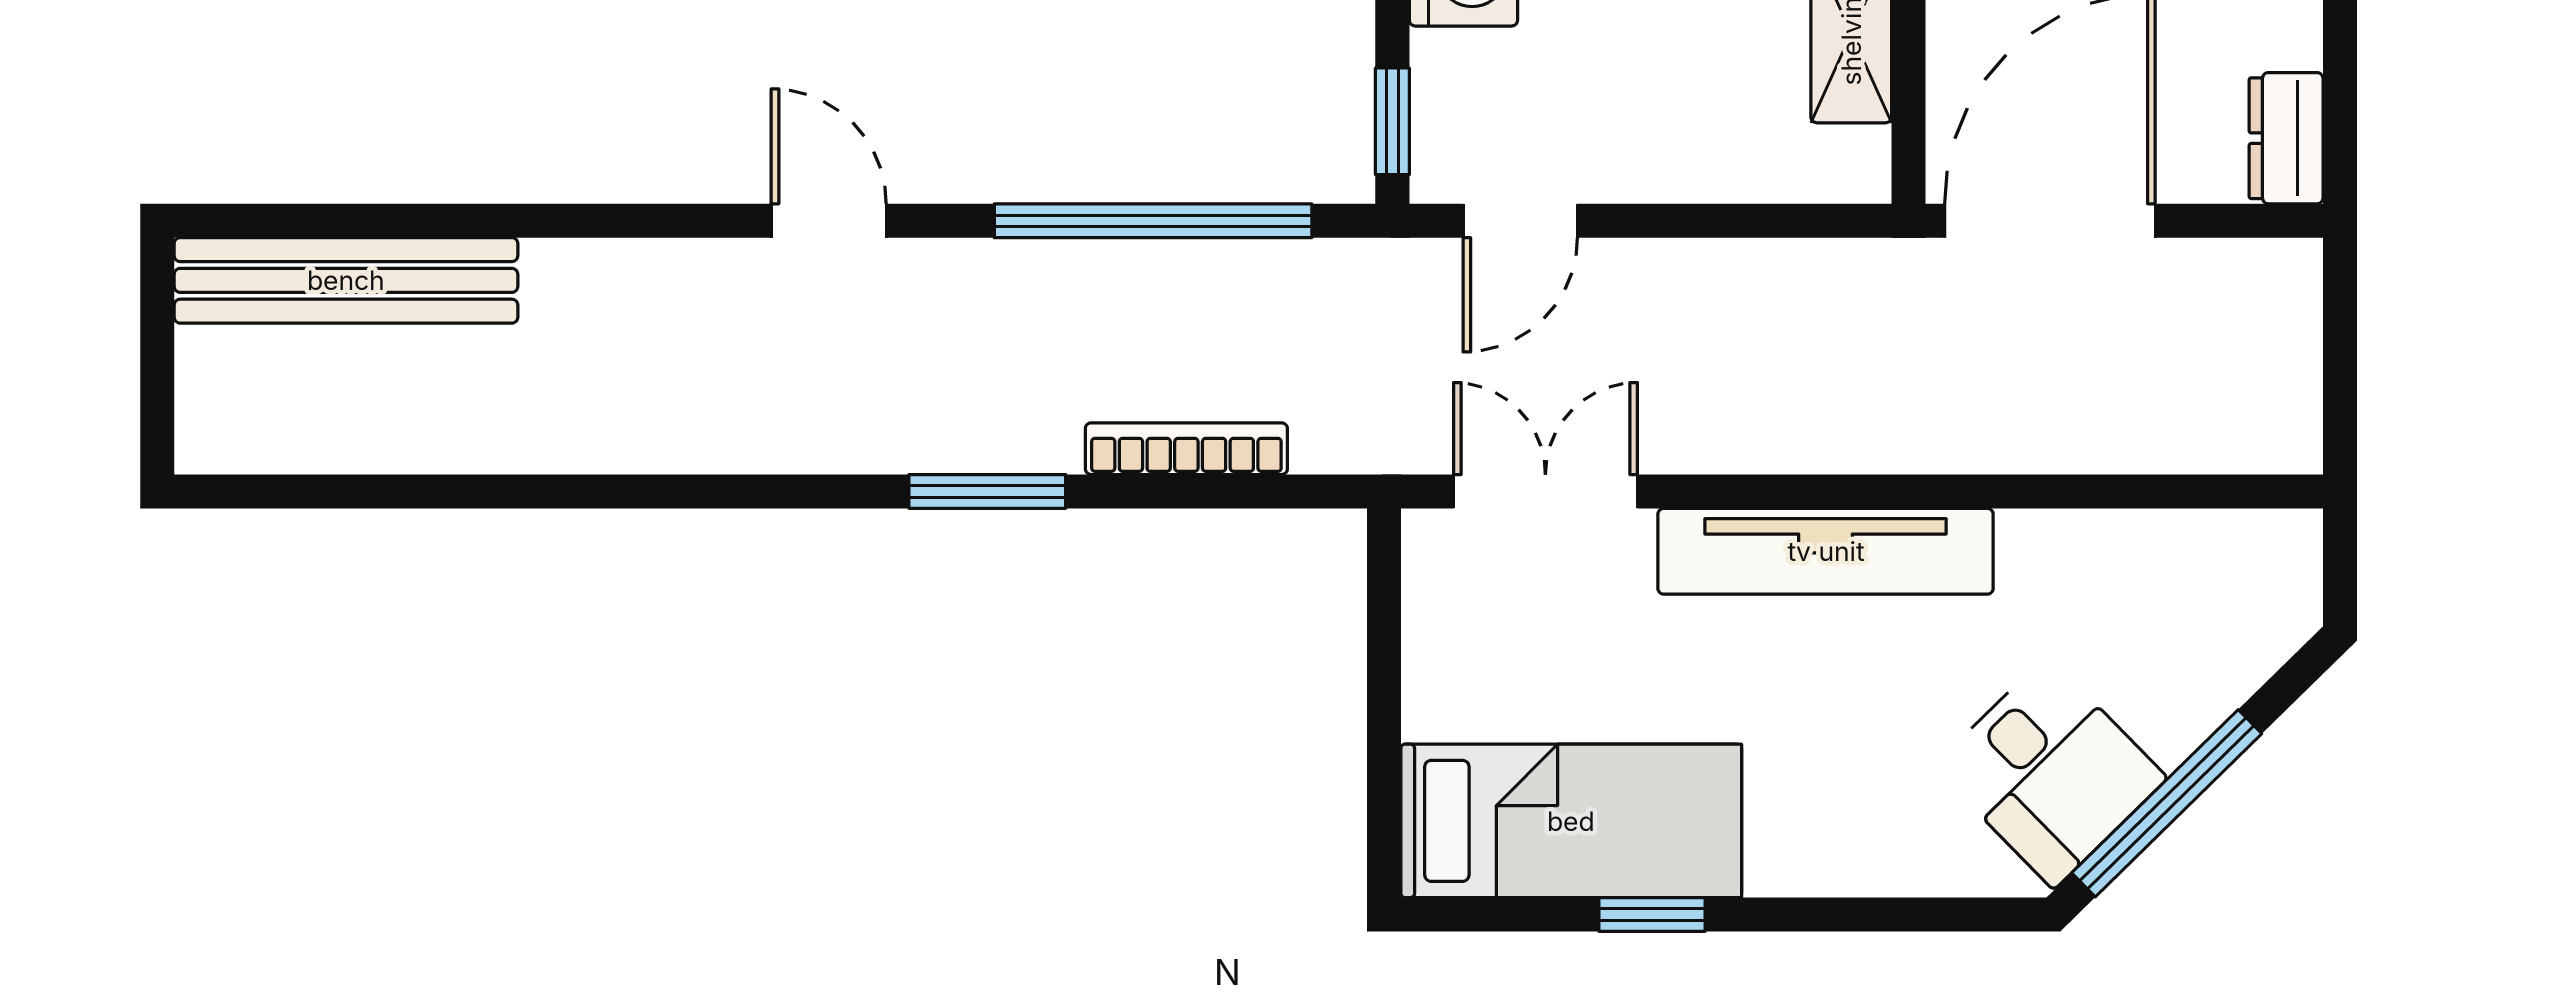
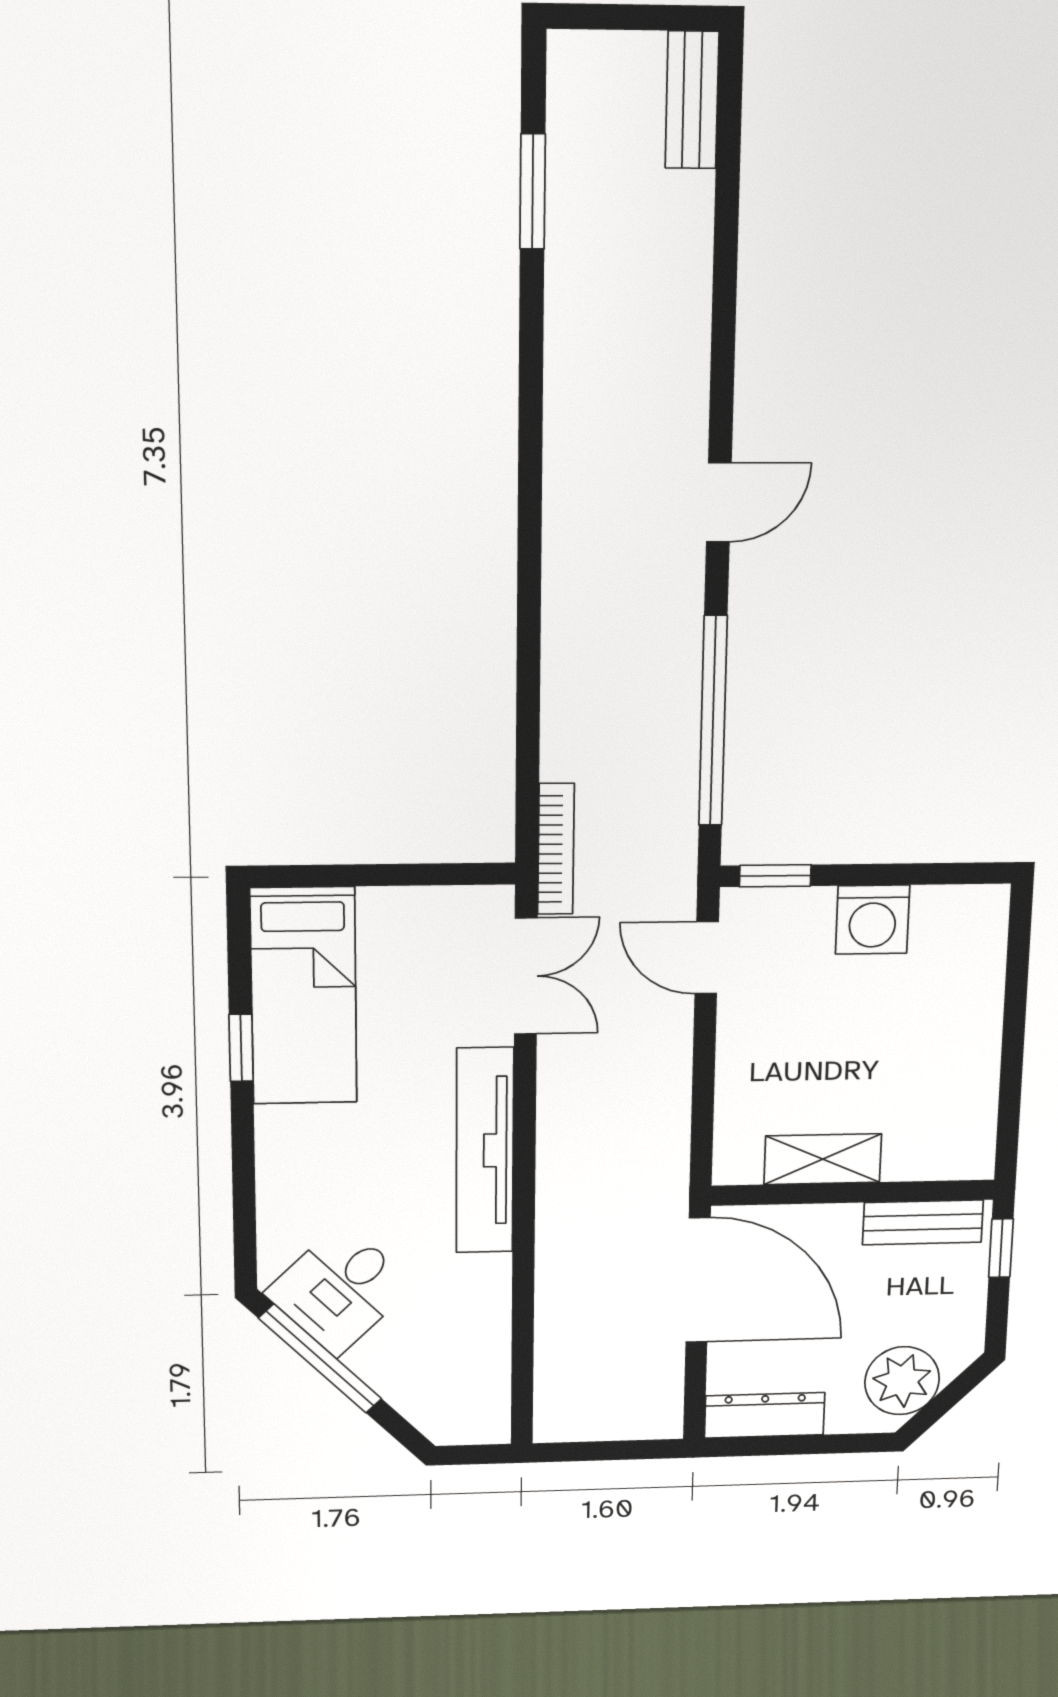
dresser: (2286, 138) -> (765, 1415), width x1.44
bench: (346, 280) -> (692, 100), width x0.54, depth x0.82
bookcase: (1186, 449) -> (556, 849), moved
window: (987, 491) -> (533, 192), moved

